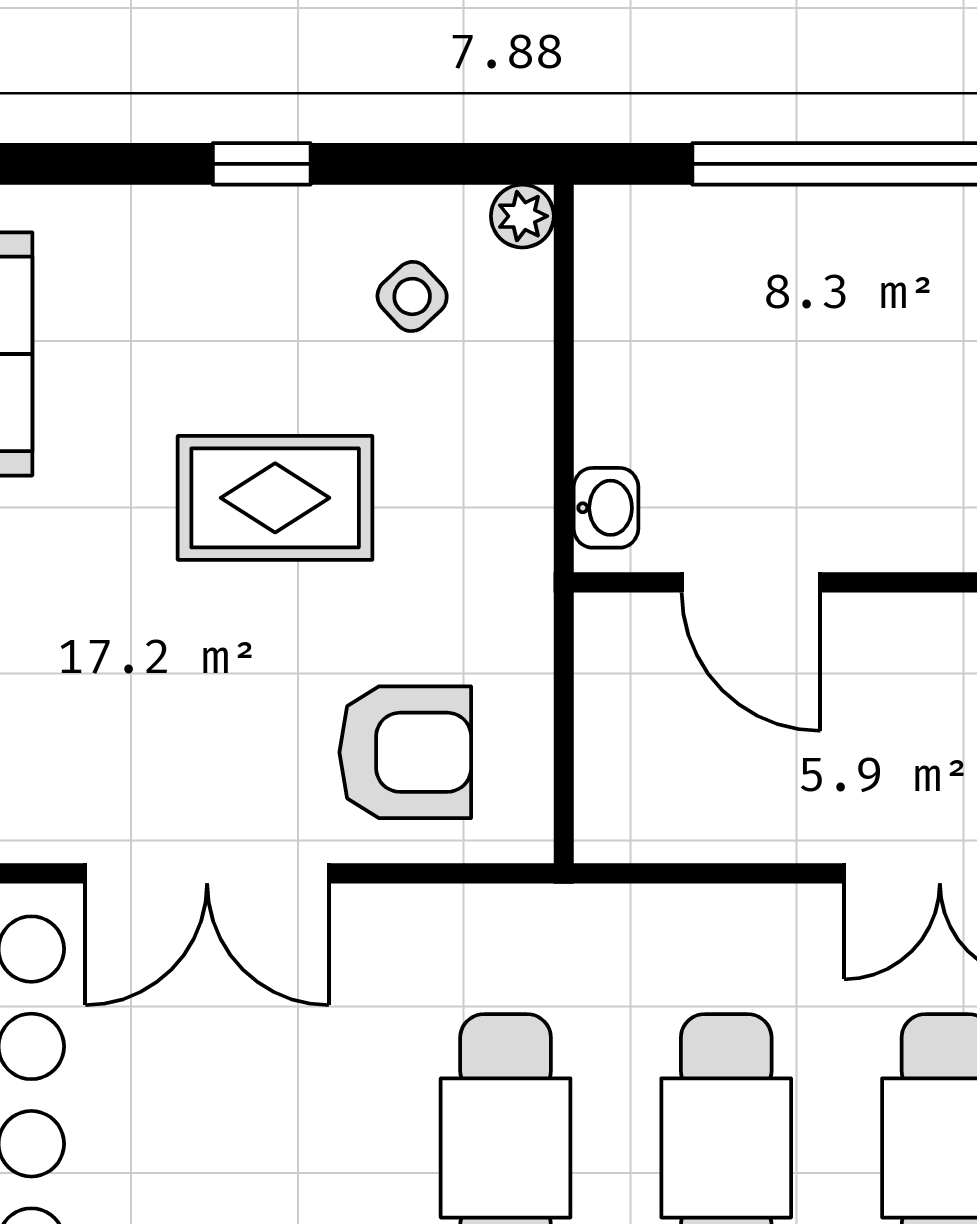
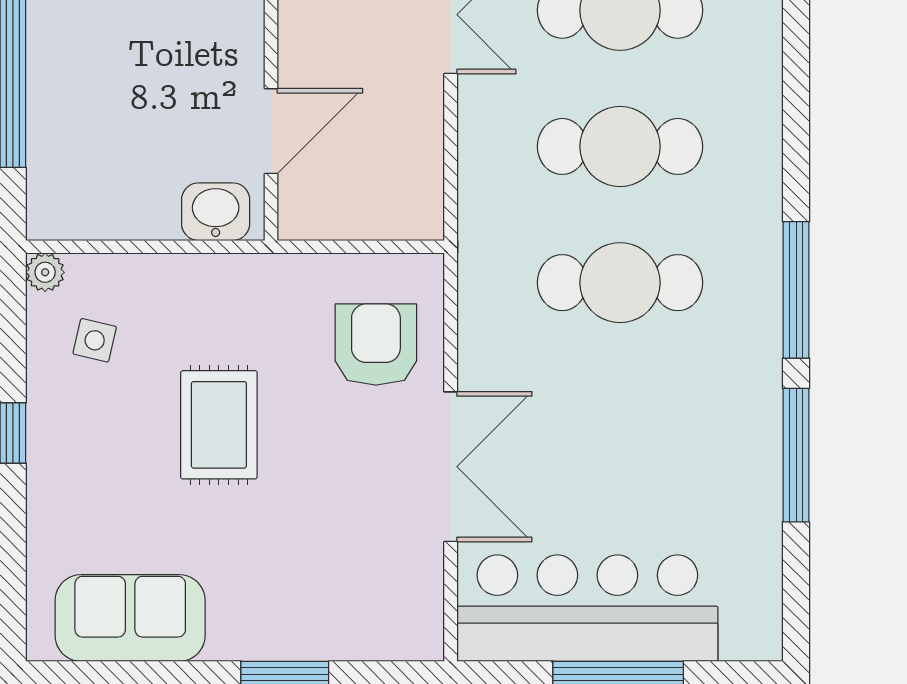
side table: (412, 296) -> (95, 340), turned -34
washbasin: (606, 508) -> (216, 212), width x1.38, depth x1.45

